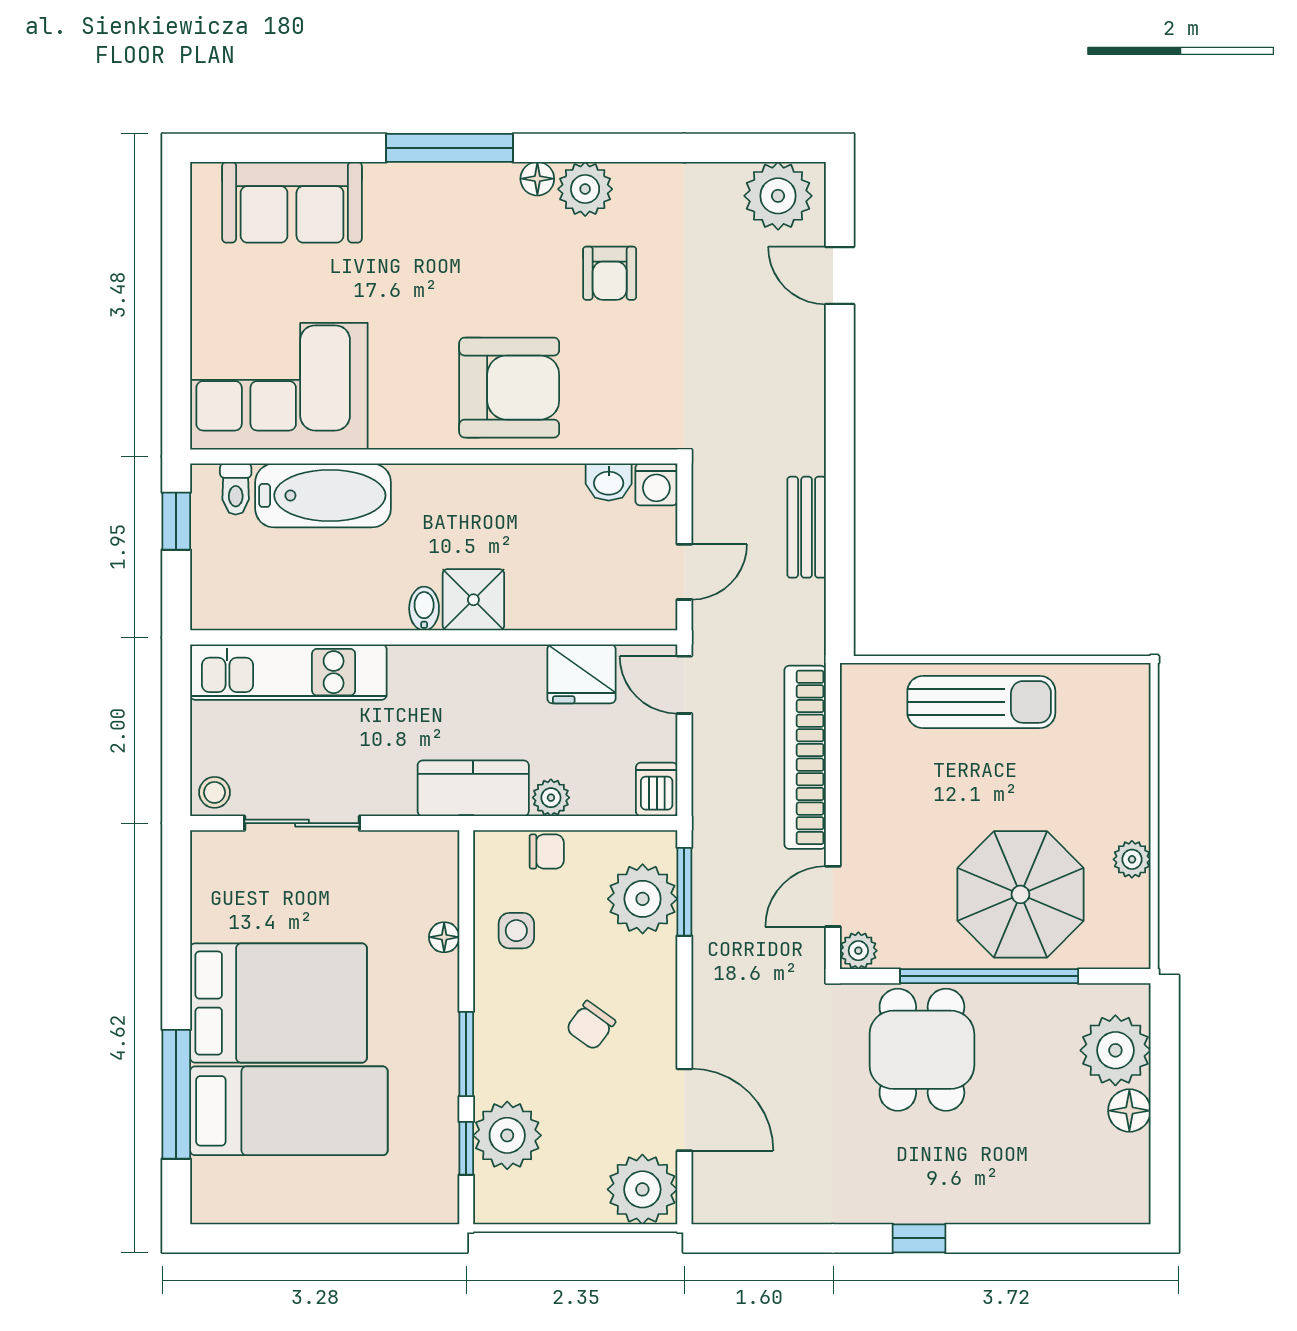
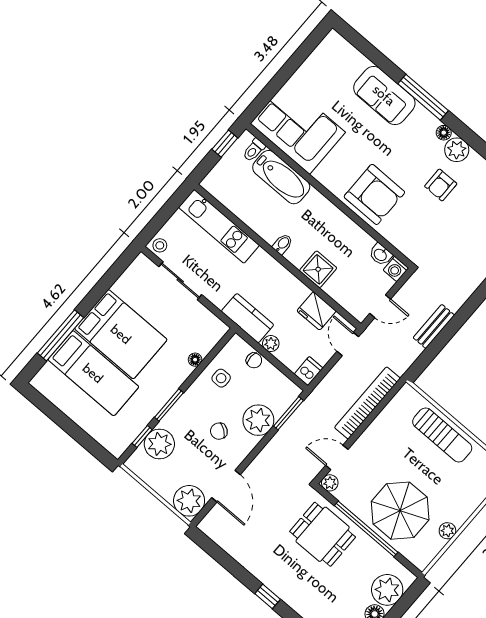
sofa: (292, 202) -> (384, 95), moved
shower: (473, 600) -> (318, 269), moved
plant: (643, 899) -> (258, 420), moved
dining table: (922, 1050) -> (323, 534), turned 90

